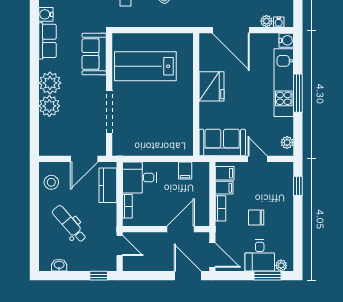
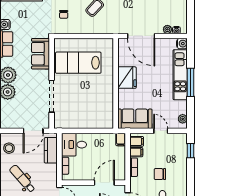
filing cabinet: (185, 171) -> (121, 139), moved

